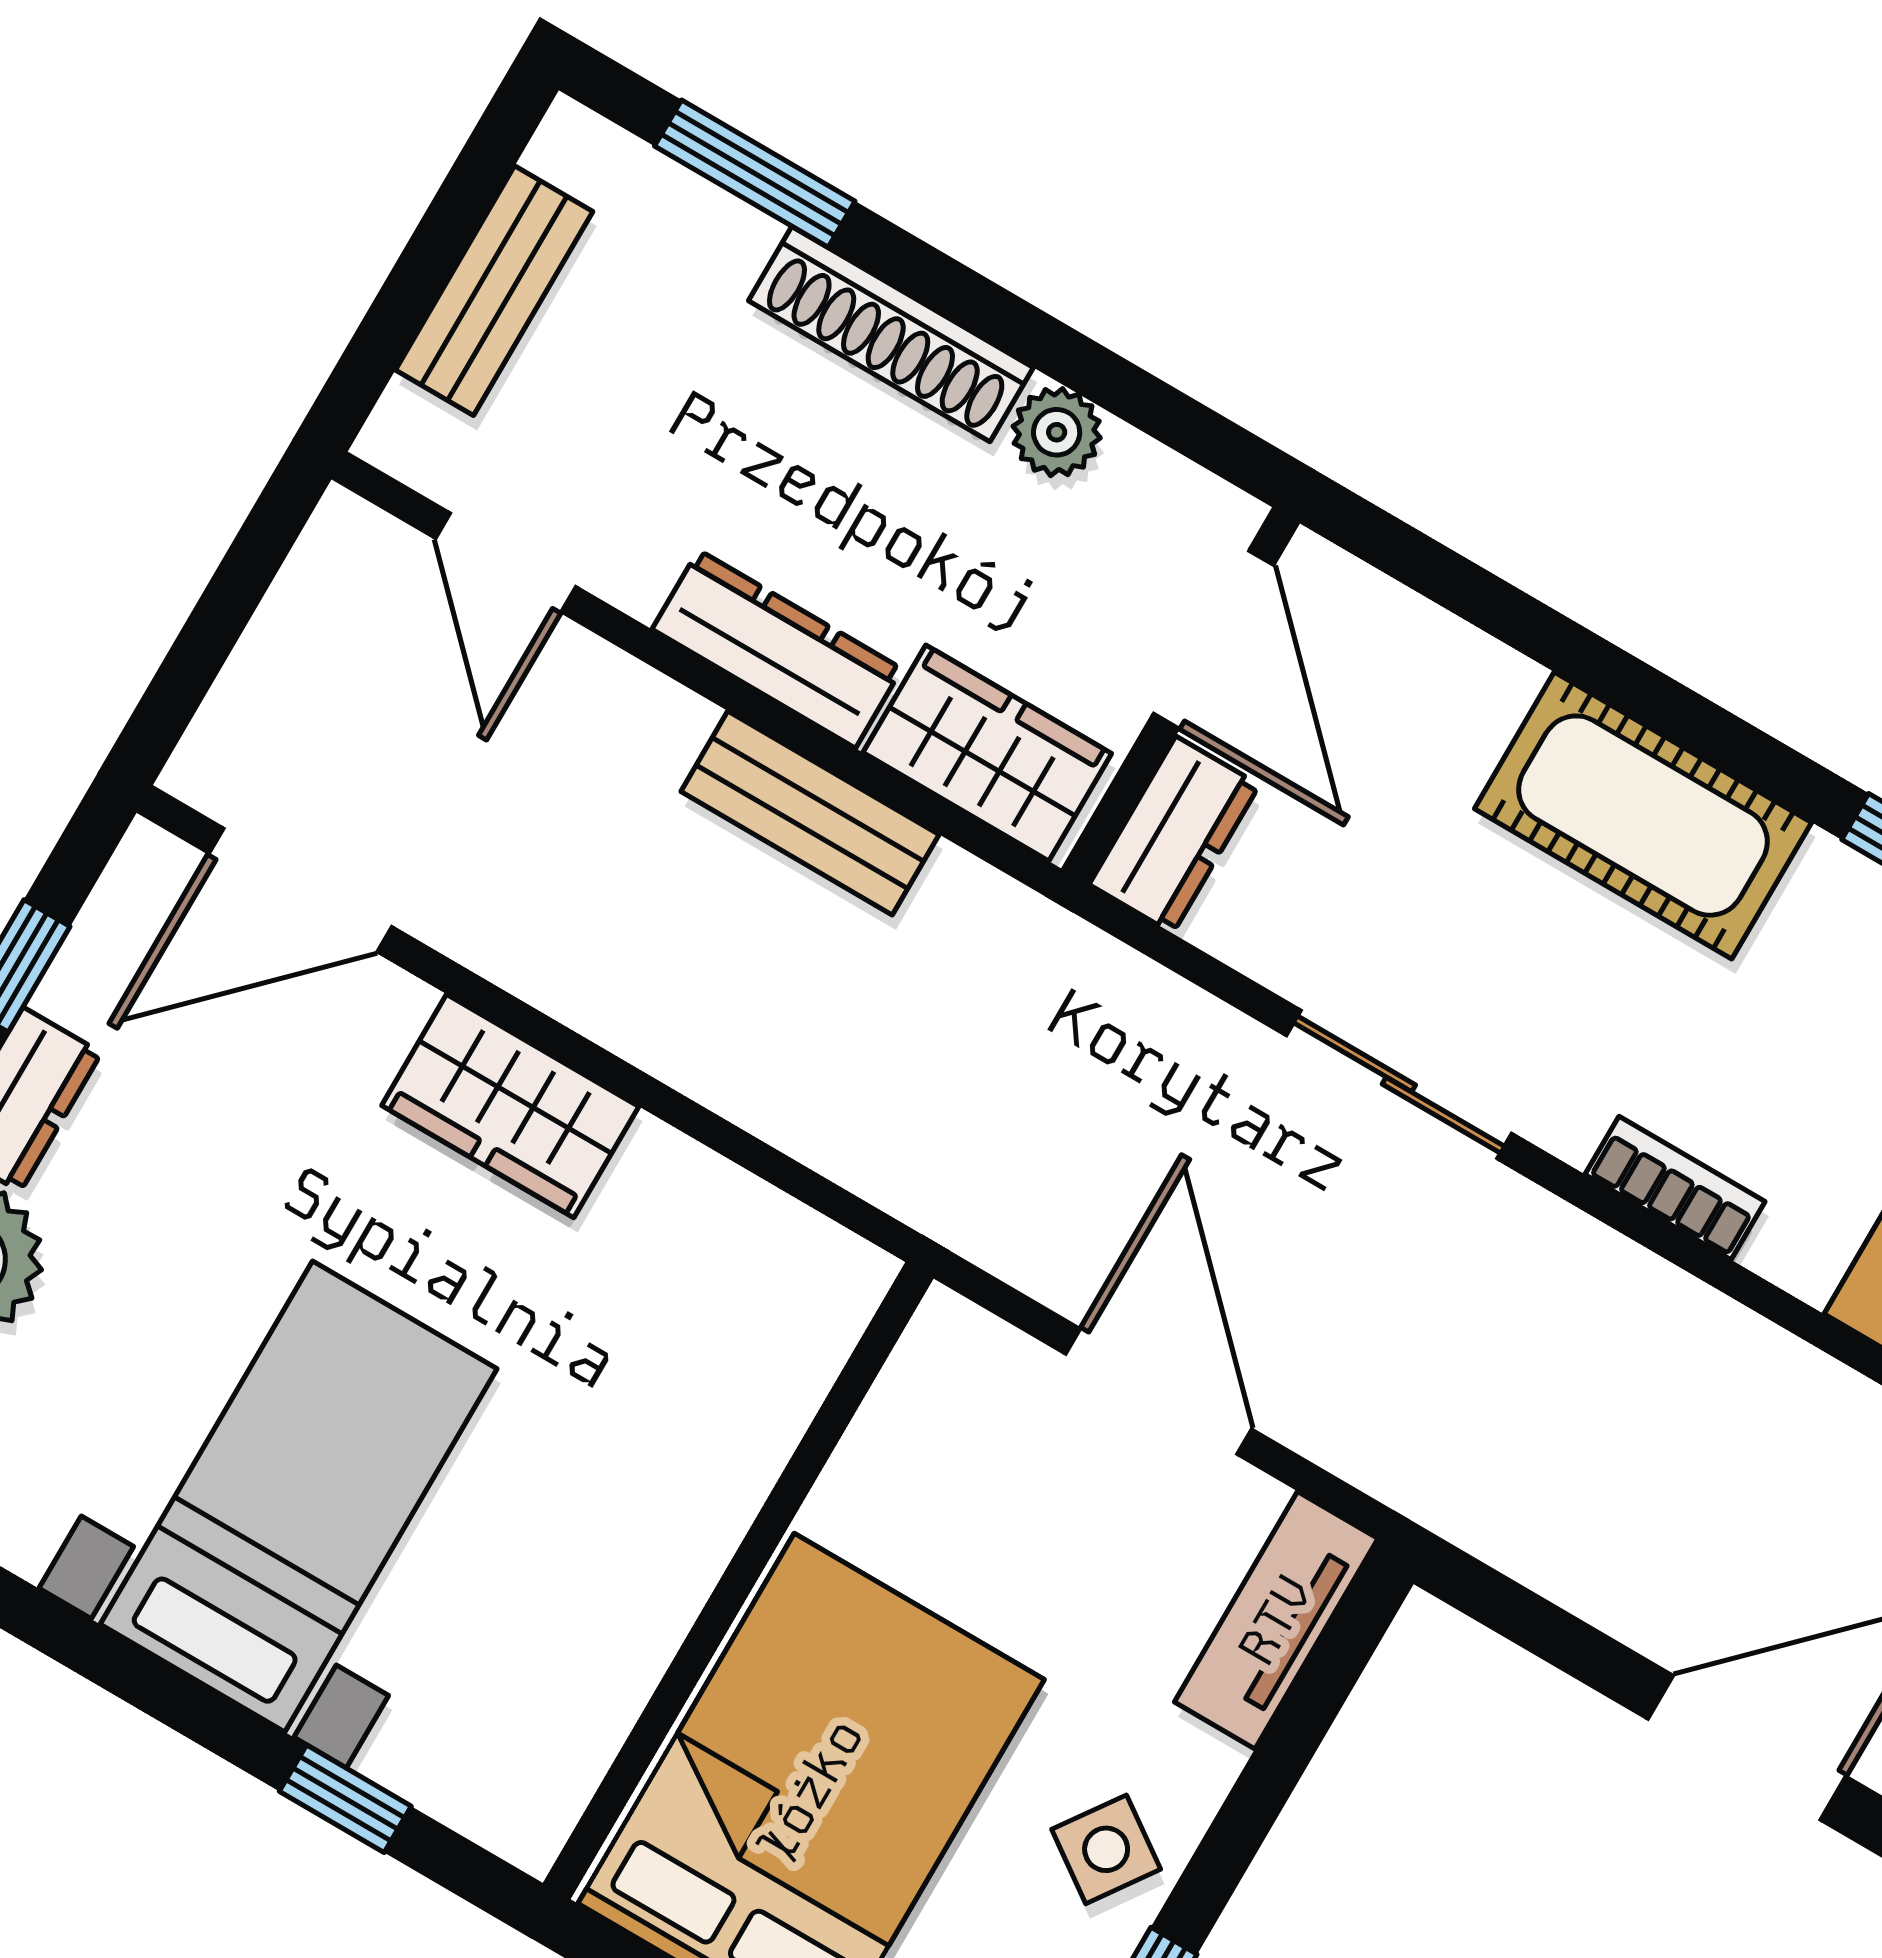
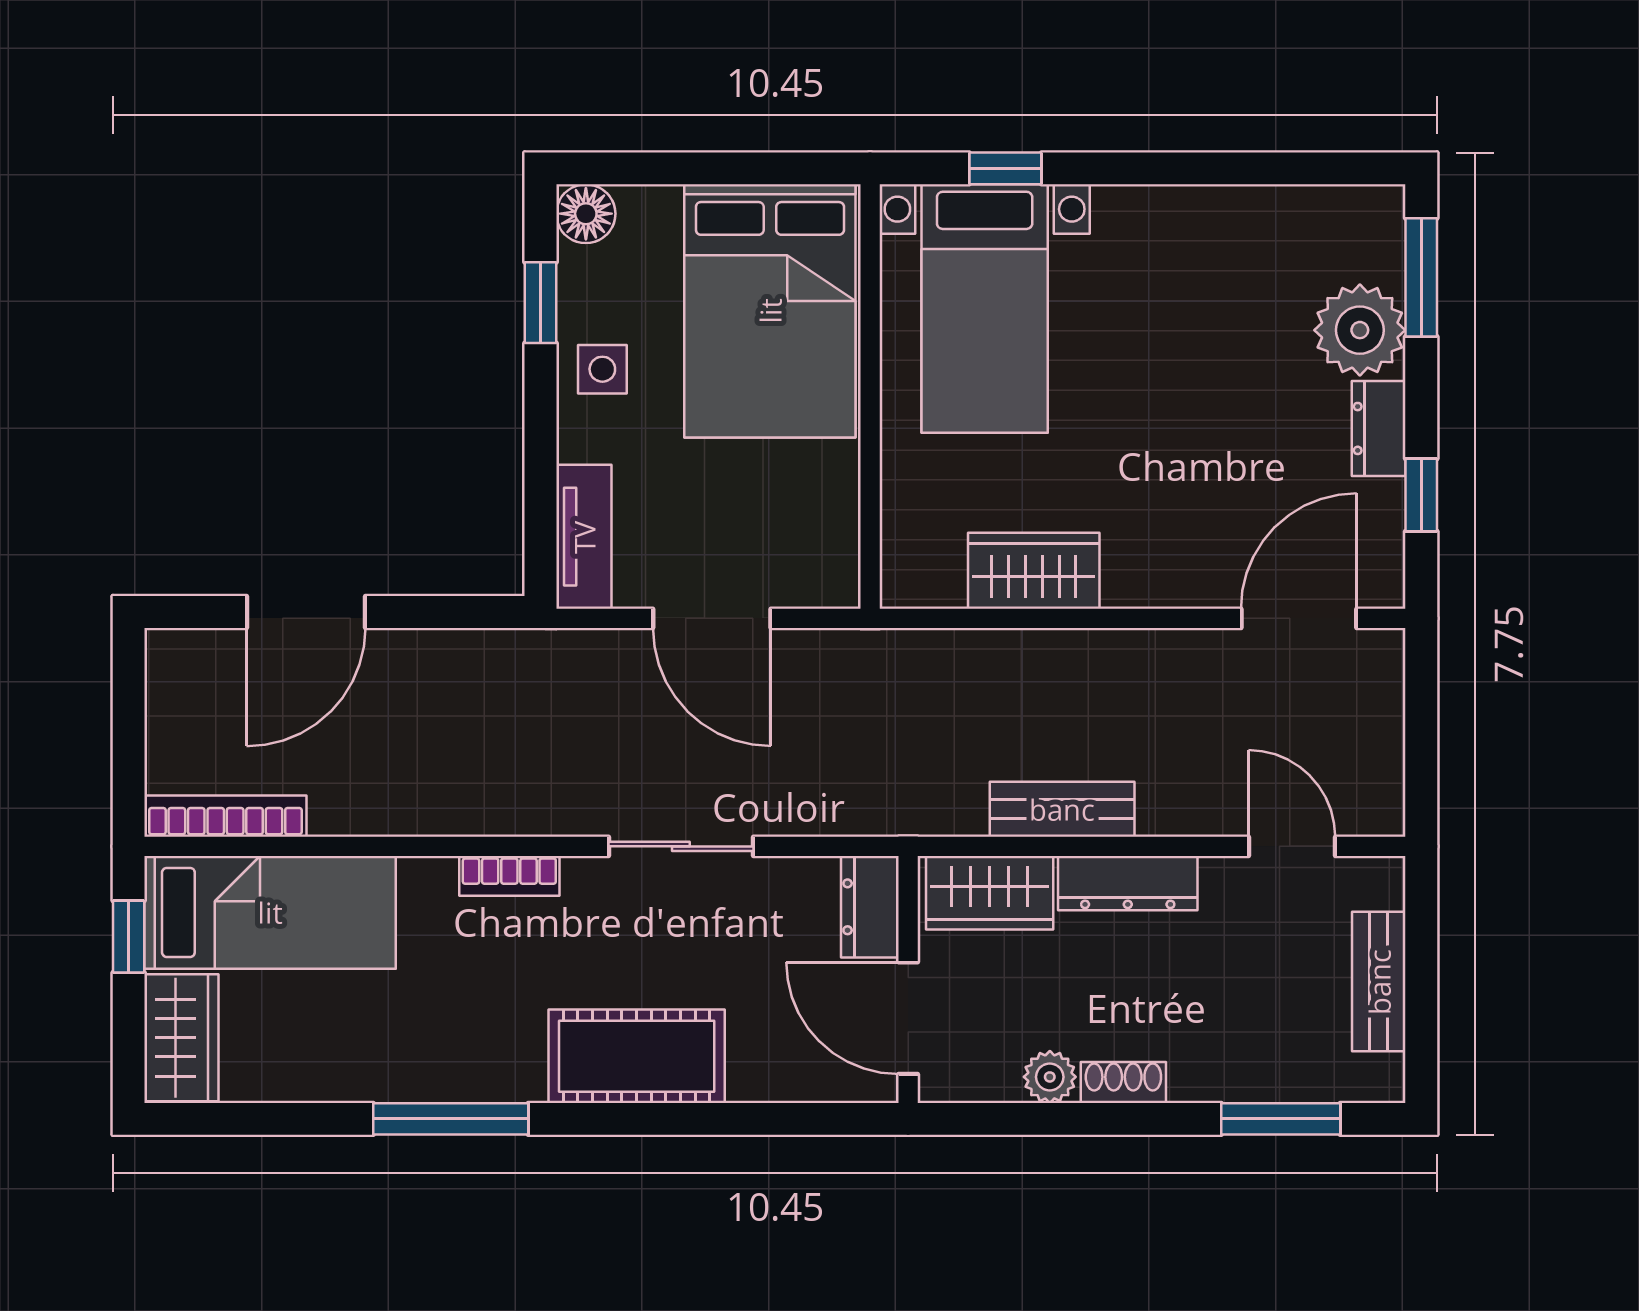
shoe rack: (891, 334) -> (1123, 1082), width x0.51, depth x0.81
wardrobe: (510, 1106) -> (1034, 571), moved
bed with nightstands: (299, 1496) -> (985, 309), moved
side table: (1106, 1849) -> (602, 369), turned -35

